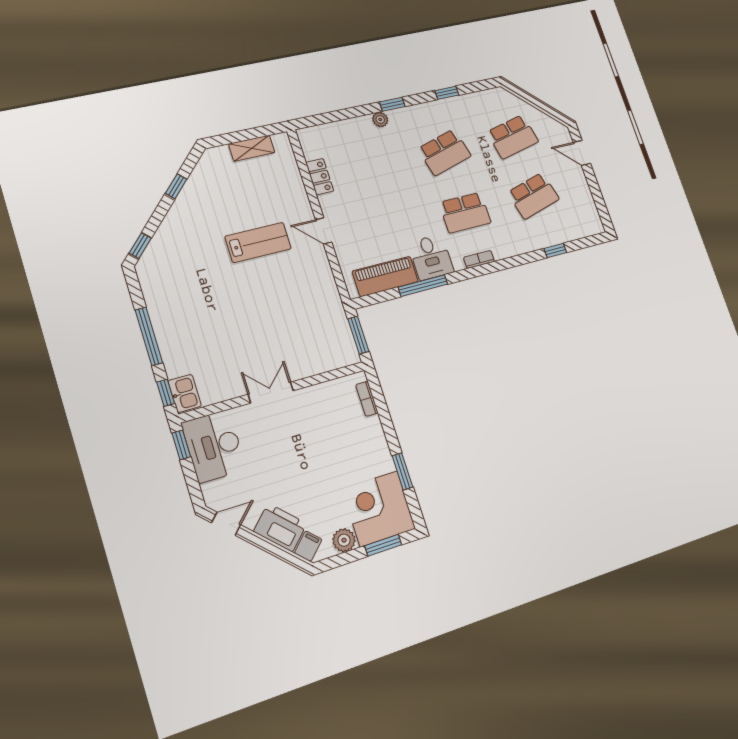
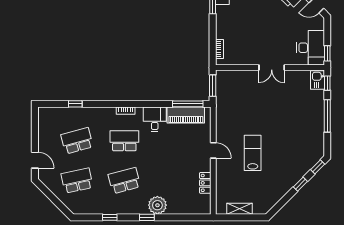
plant: (380, 119) -> (157, 205), width x1.87, depth x1.87
window: (176, 186) -> (300, 184), moved
lab bench: (258, 242) -> (253, 153), turned 90
window: (423, 286) -> (188, 104), moved

